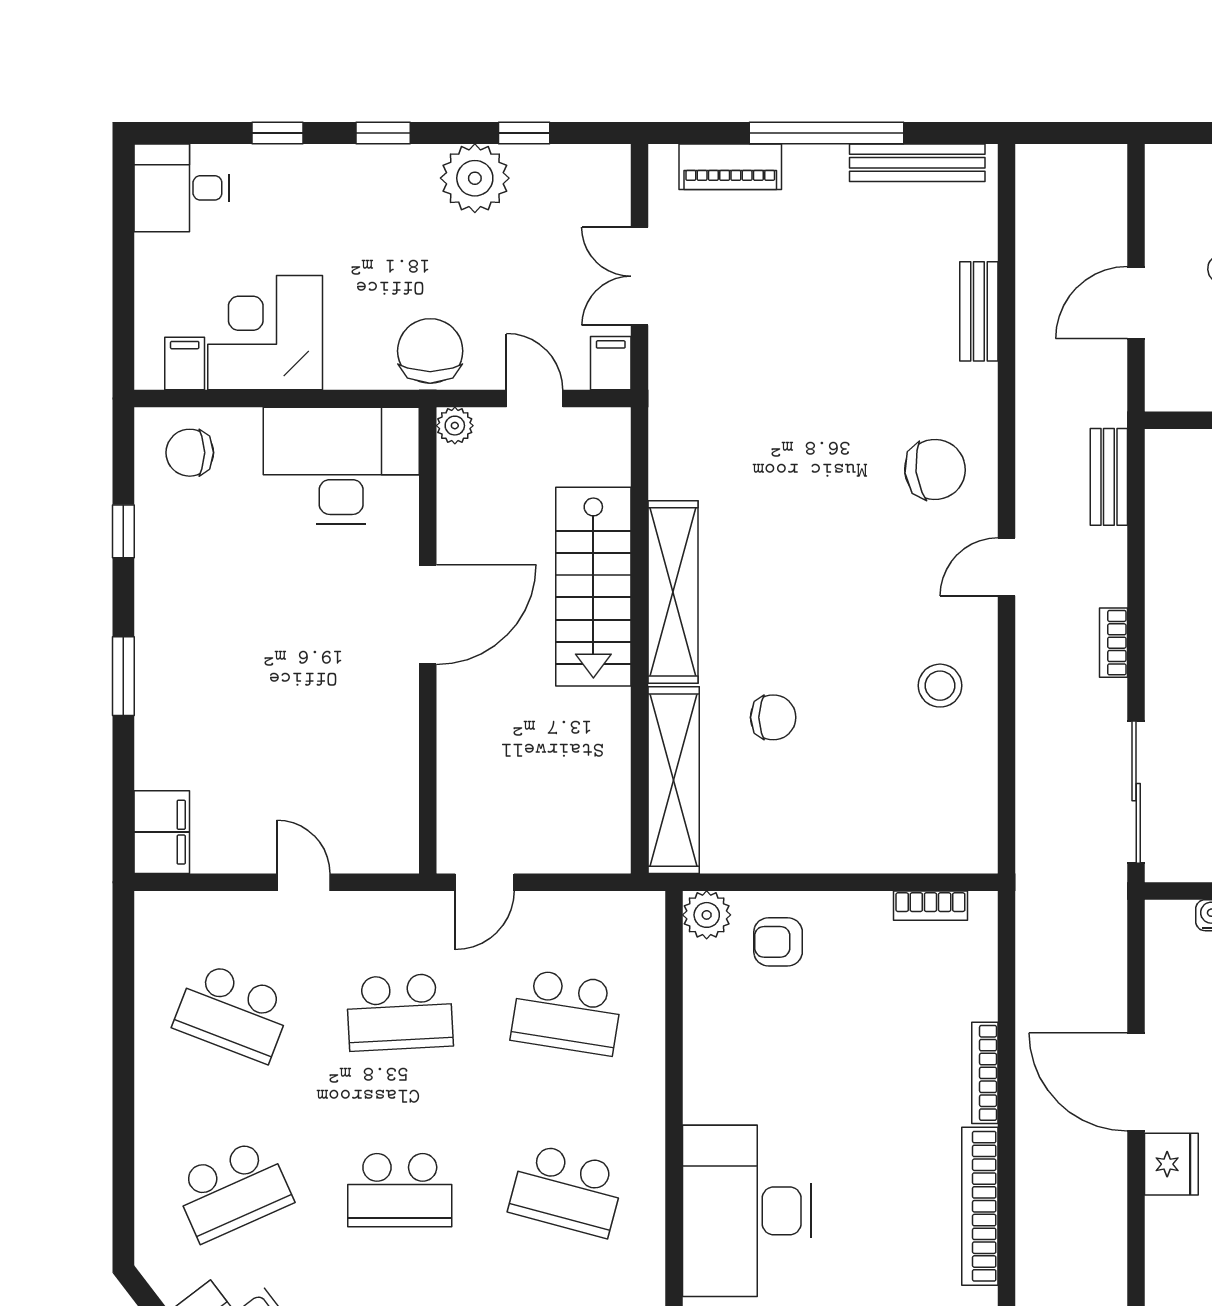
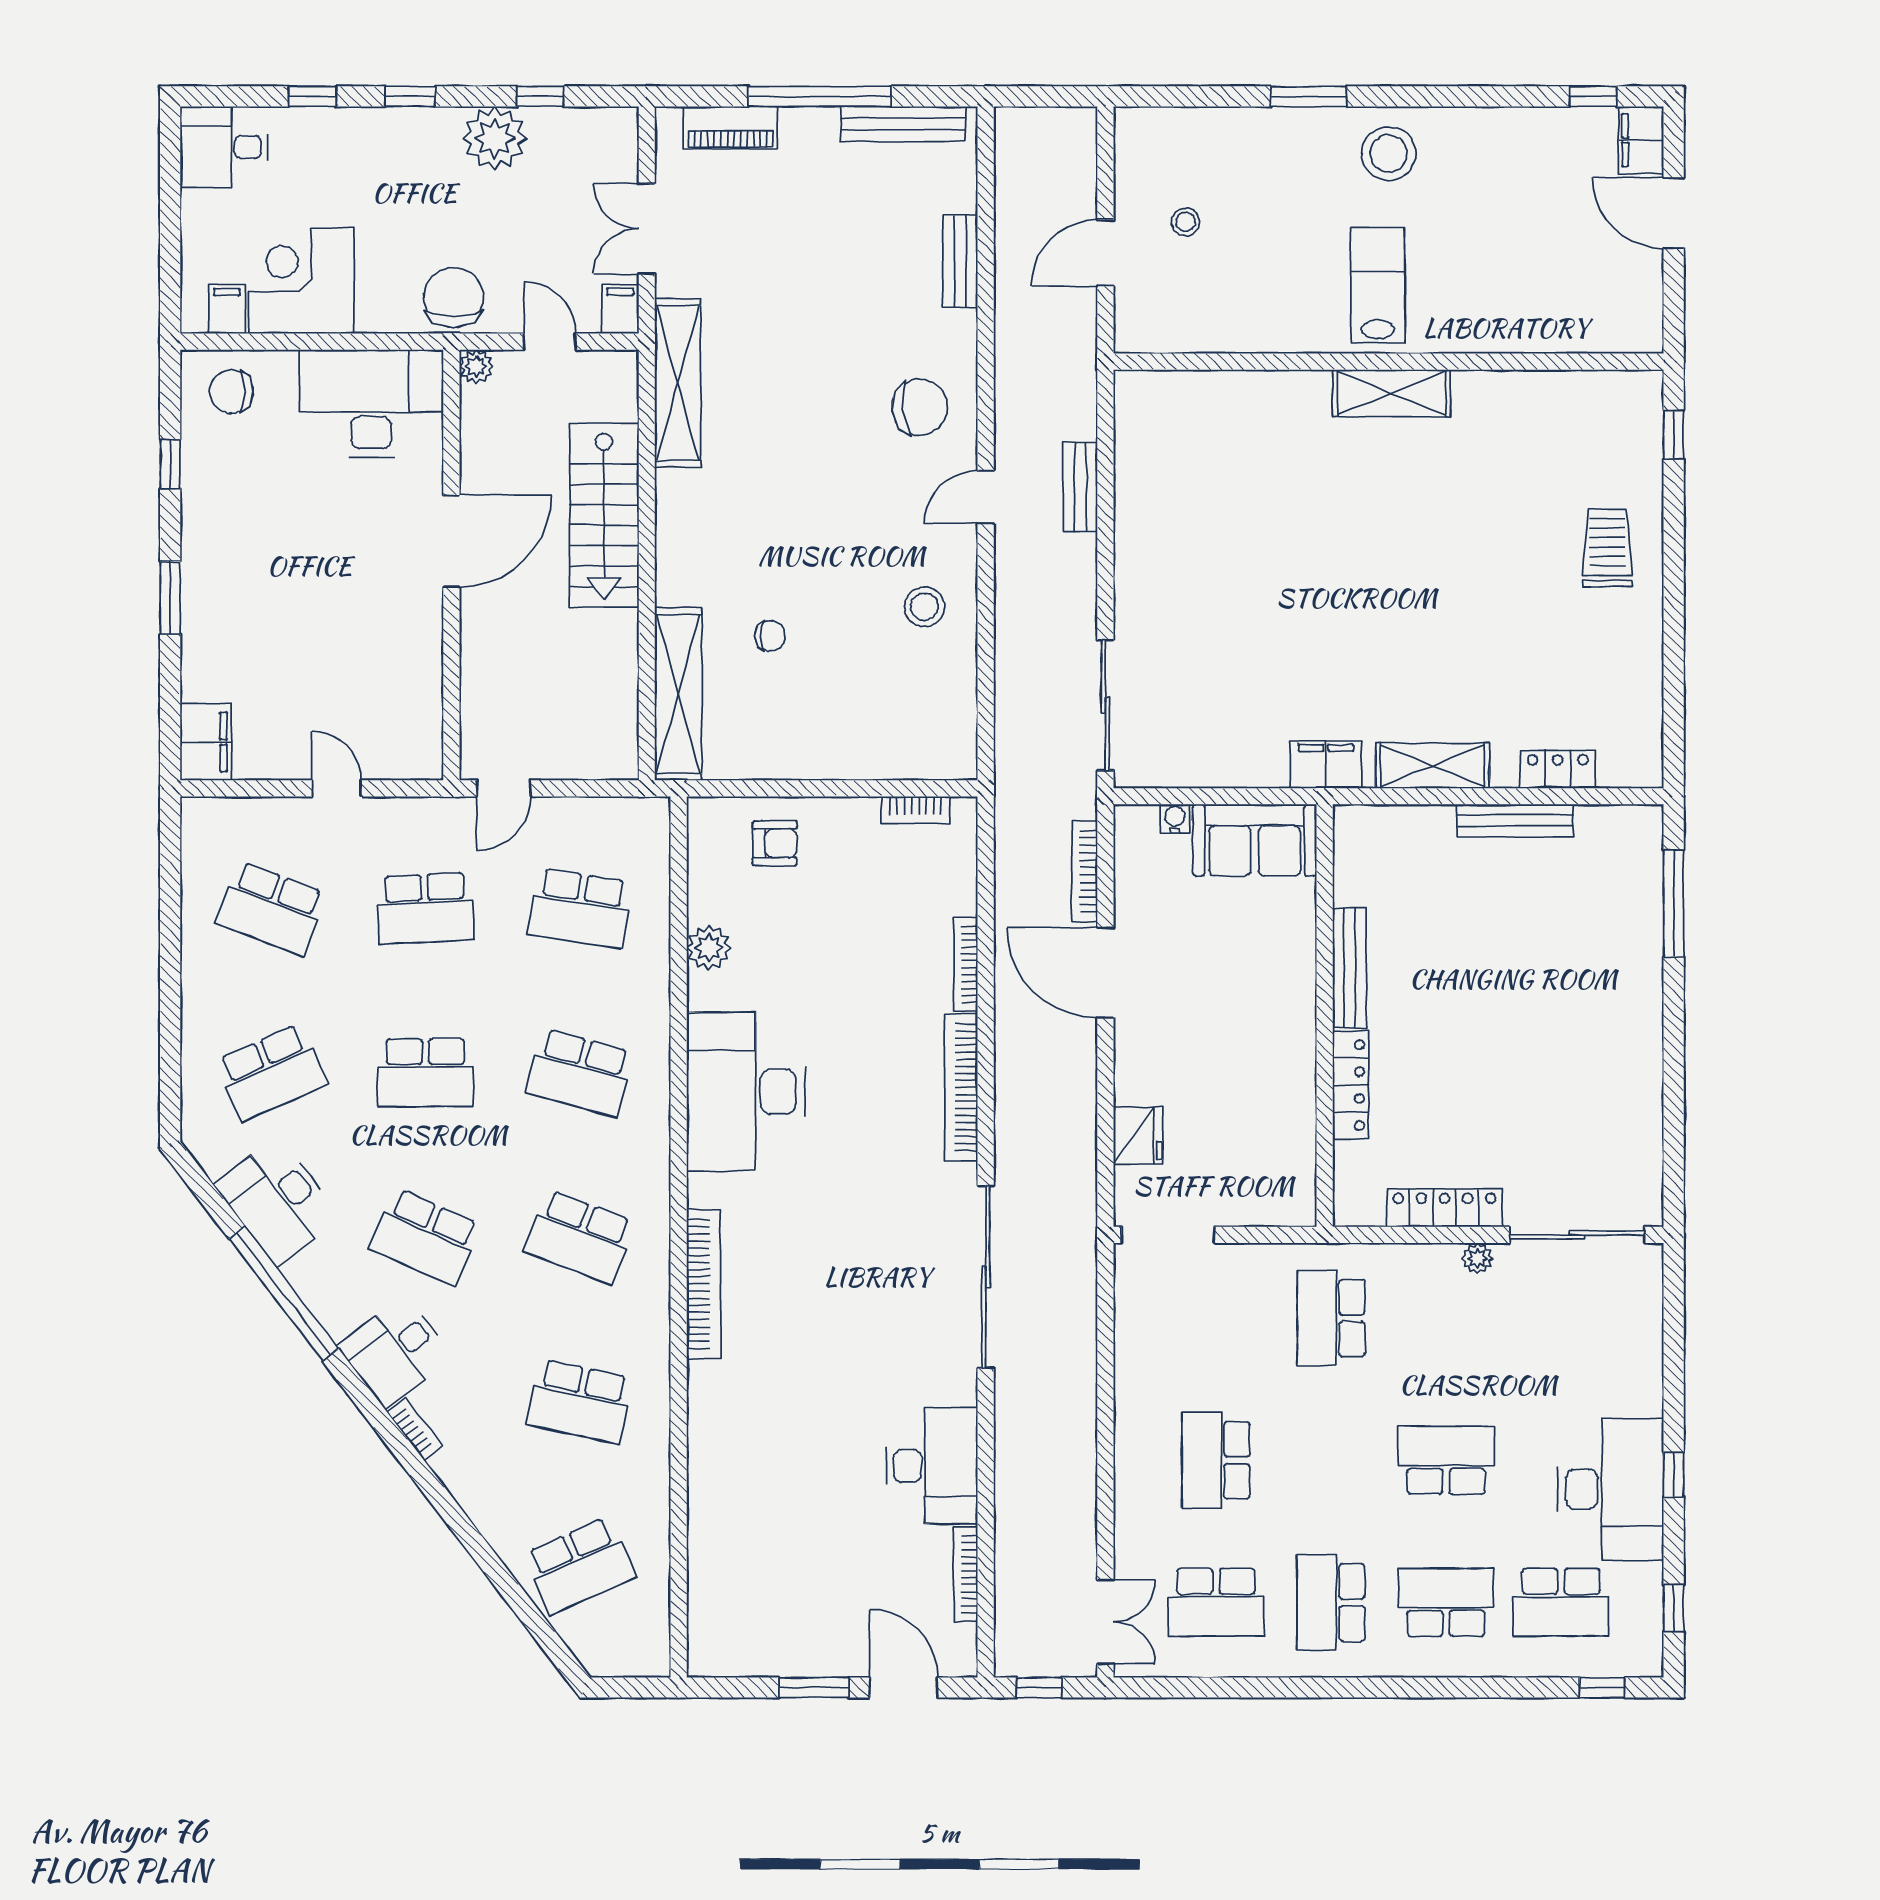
bench: (1109, 477) -> (1080, 487), moved
shelving: (673, 592) -> (678, 383), moved
bookcase: (1114, 643) -> (1085, 871), moved, width x1.56
chair: (773, 717) -> (770, 636), width x0.73, depth x0.73
plant: (707, 915) -> (709, 948), moved
armchair: (778, 942) -> (775, 843), turned 180
fridge: (1171, 1164) -> (1138, 1136), moved

